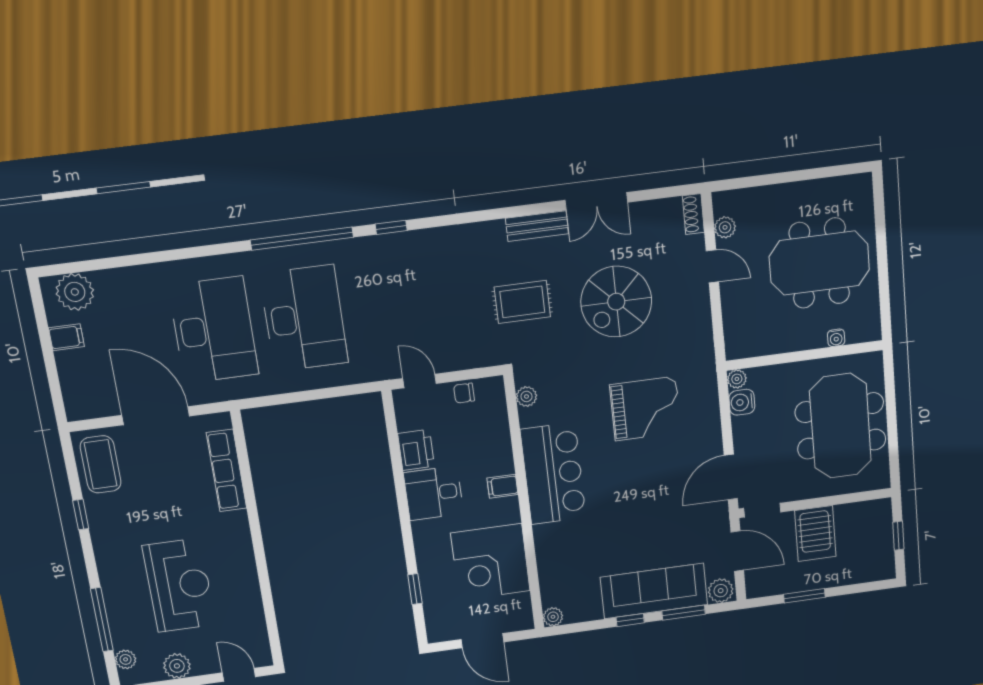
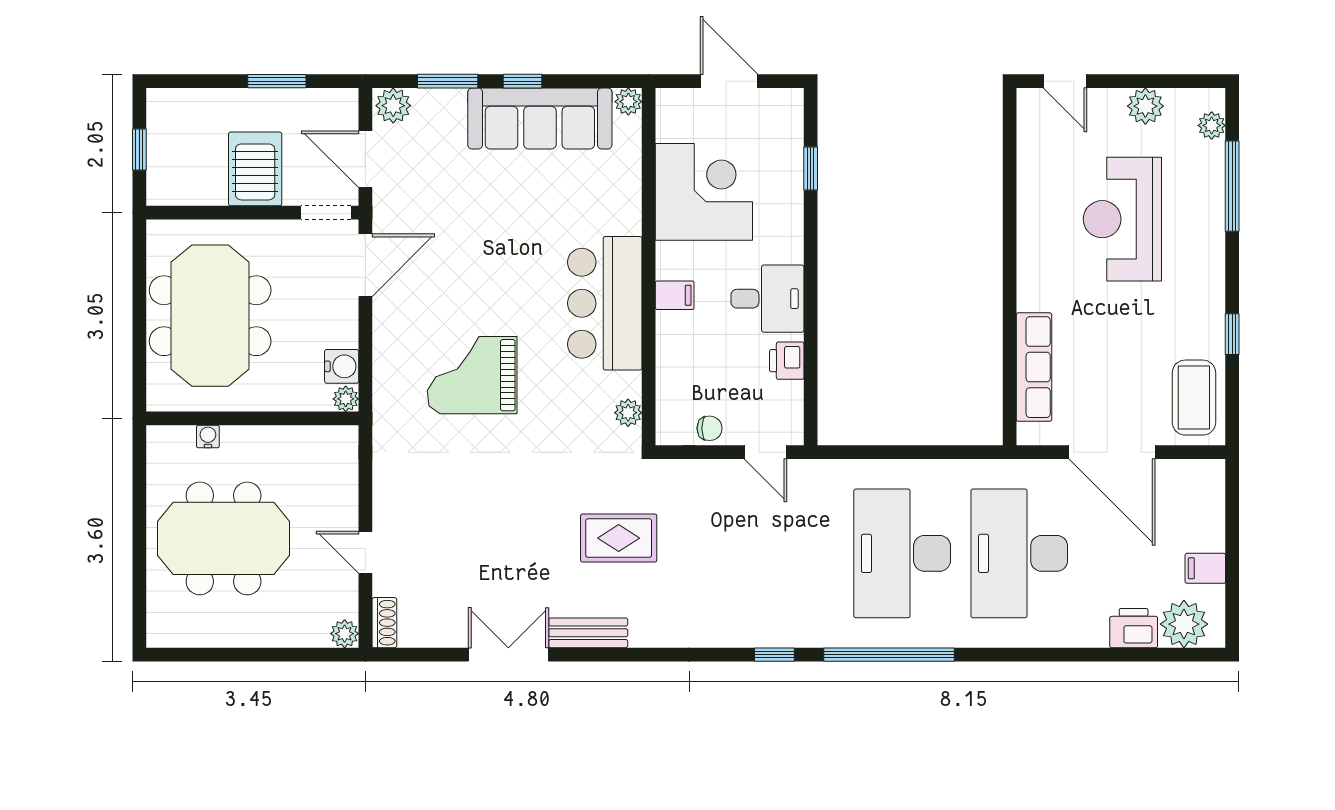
plant: (725, 227) -> (345, 634), moved
printer: (114, 284) -> (1134, 628), added
spiral stairs: (616, 302) -> (496, 523), removed
printer: (416, 450) -> (787, 361), width x0.73, depth x0.81
sofa: (654, 591) -> (540, 118), moved

